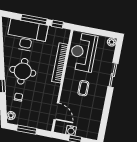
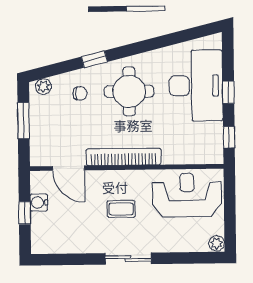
window: (34, 20) -> (228, 92), width x0.46
bookcase: (60, 63) -> (124, 157), moved
sliding door: (113, 75) -> (128, 259), moved
door: (56, 111) -> (68, 168), hinge flipped

